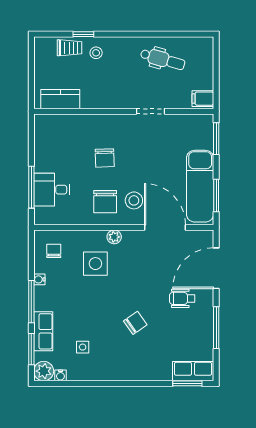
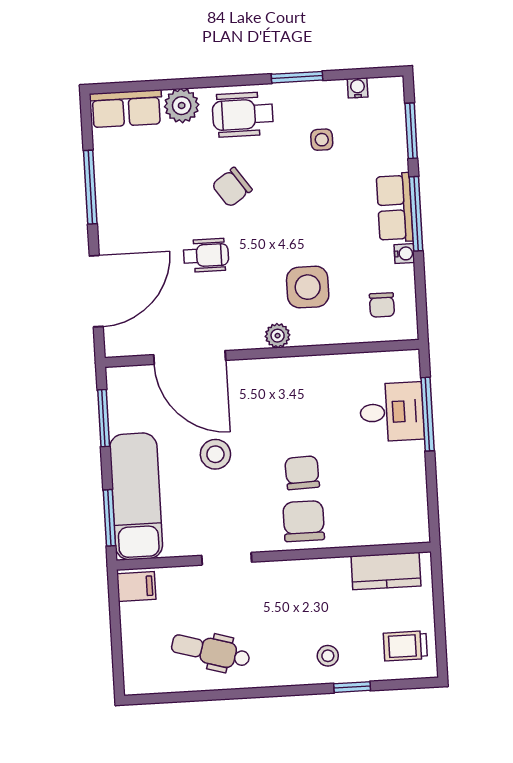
trolley: (69, 48) -> (405, 646), moved
exam couch: (200, 186) -> (136, 496), moved
stool: (134, 200) -> (215, 454), moved
chair: (105, 202) -> (304, 521), moved
wheelchair: (182, 298) -> (206, 255), moved
row of seats: (43, 331) -> (395, 208), moved
wheelchair: (127, 364) -> (243, 115), added
plant: (44, 371) -> (182, 106), moved
window: (187, 383) -> (297, 77), moved

